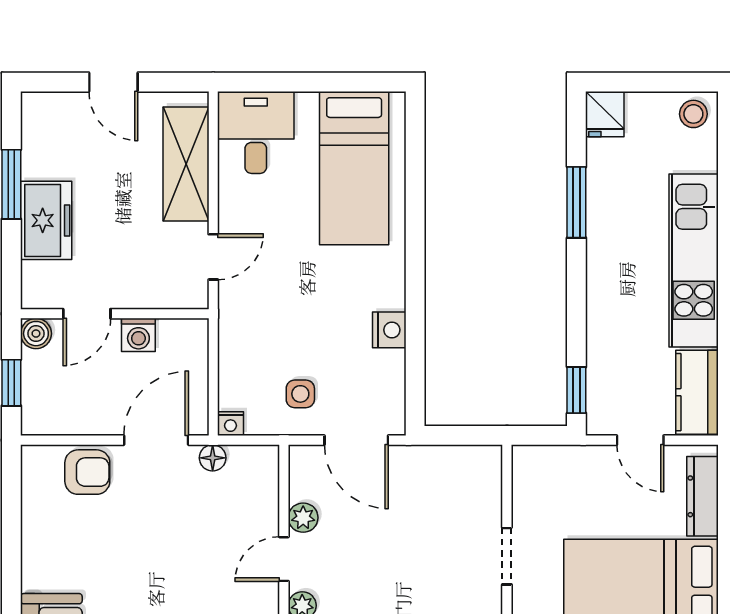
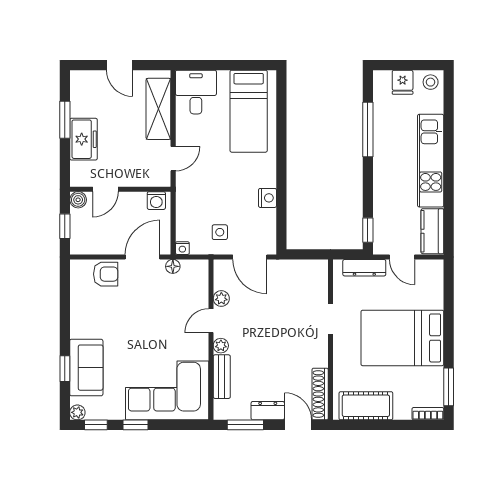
fridge: (605, 114) -> (403, 82), moved
window: (576, 202) -> (368, 129), width x1.44
washing machine: (138, 335) -> (156, 201), moved
dresser: (702, 496) -> (364, 268), moved, turned -90

